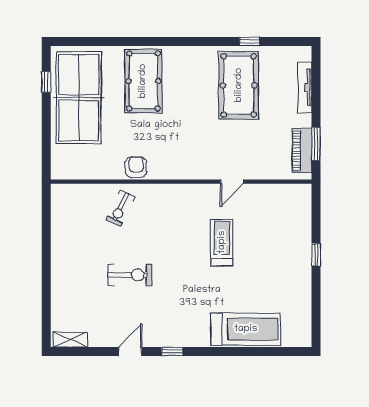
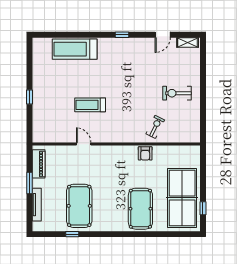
window: (316, 144) -> (29, 183), moved
door: (232, 182) -> (84, 144), hinge flipped
treadmill: (222, 242) -> (90, 105), turned 90
exercise bike: (130, 275) -> (177, 93), moved
door: (130, 351) -> (163, 35), moved

